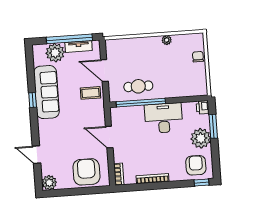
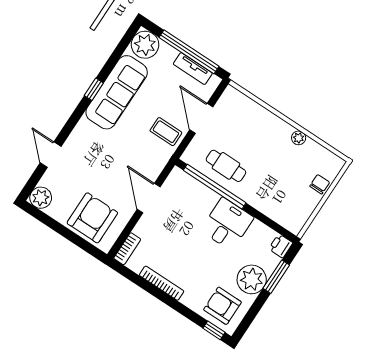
plant: (55, 53) -> (145, 45), moved
desk: (164, 118) -> (227, 224), width x0.73
armchair: (196, 165) -> (222, 306), turned -90

